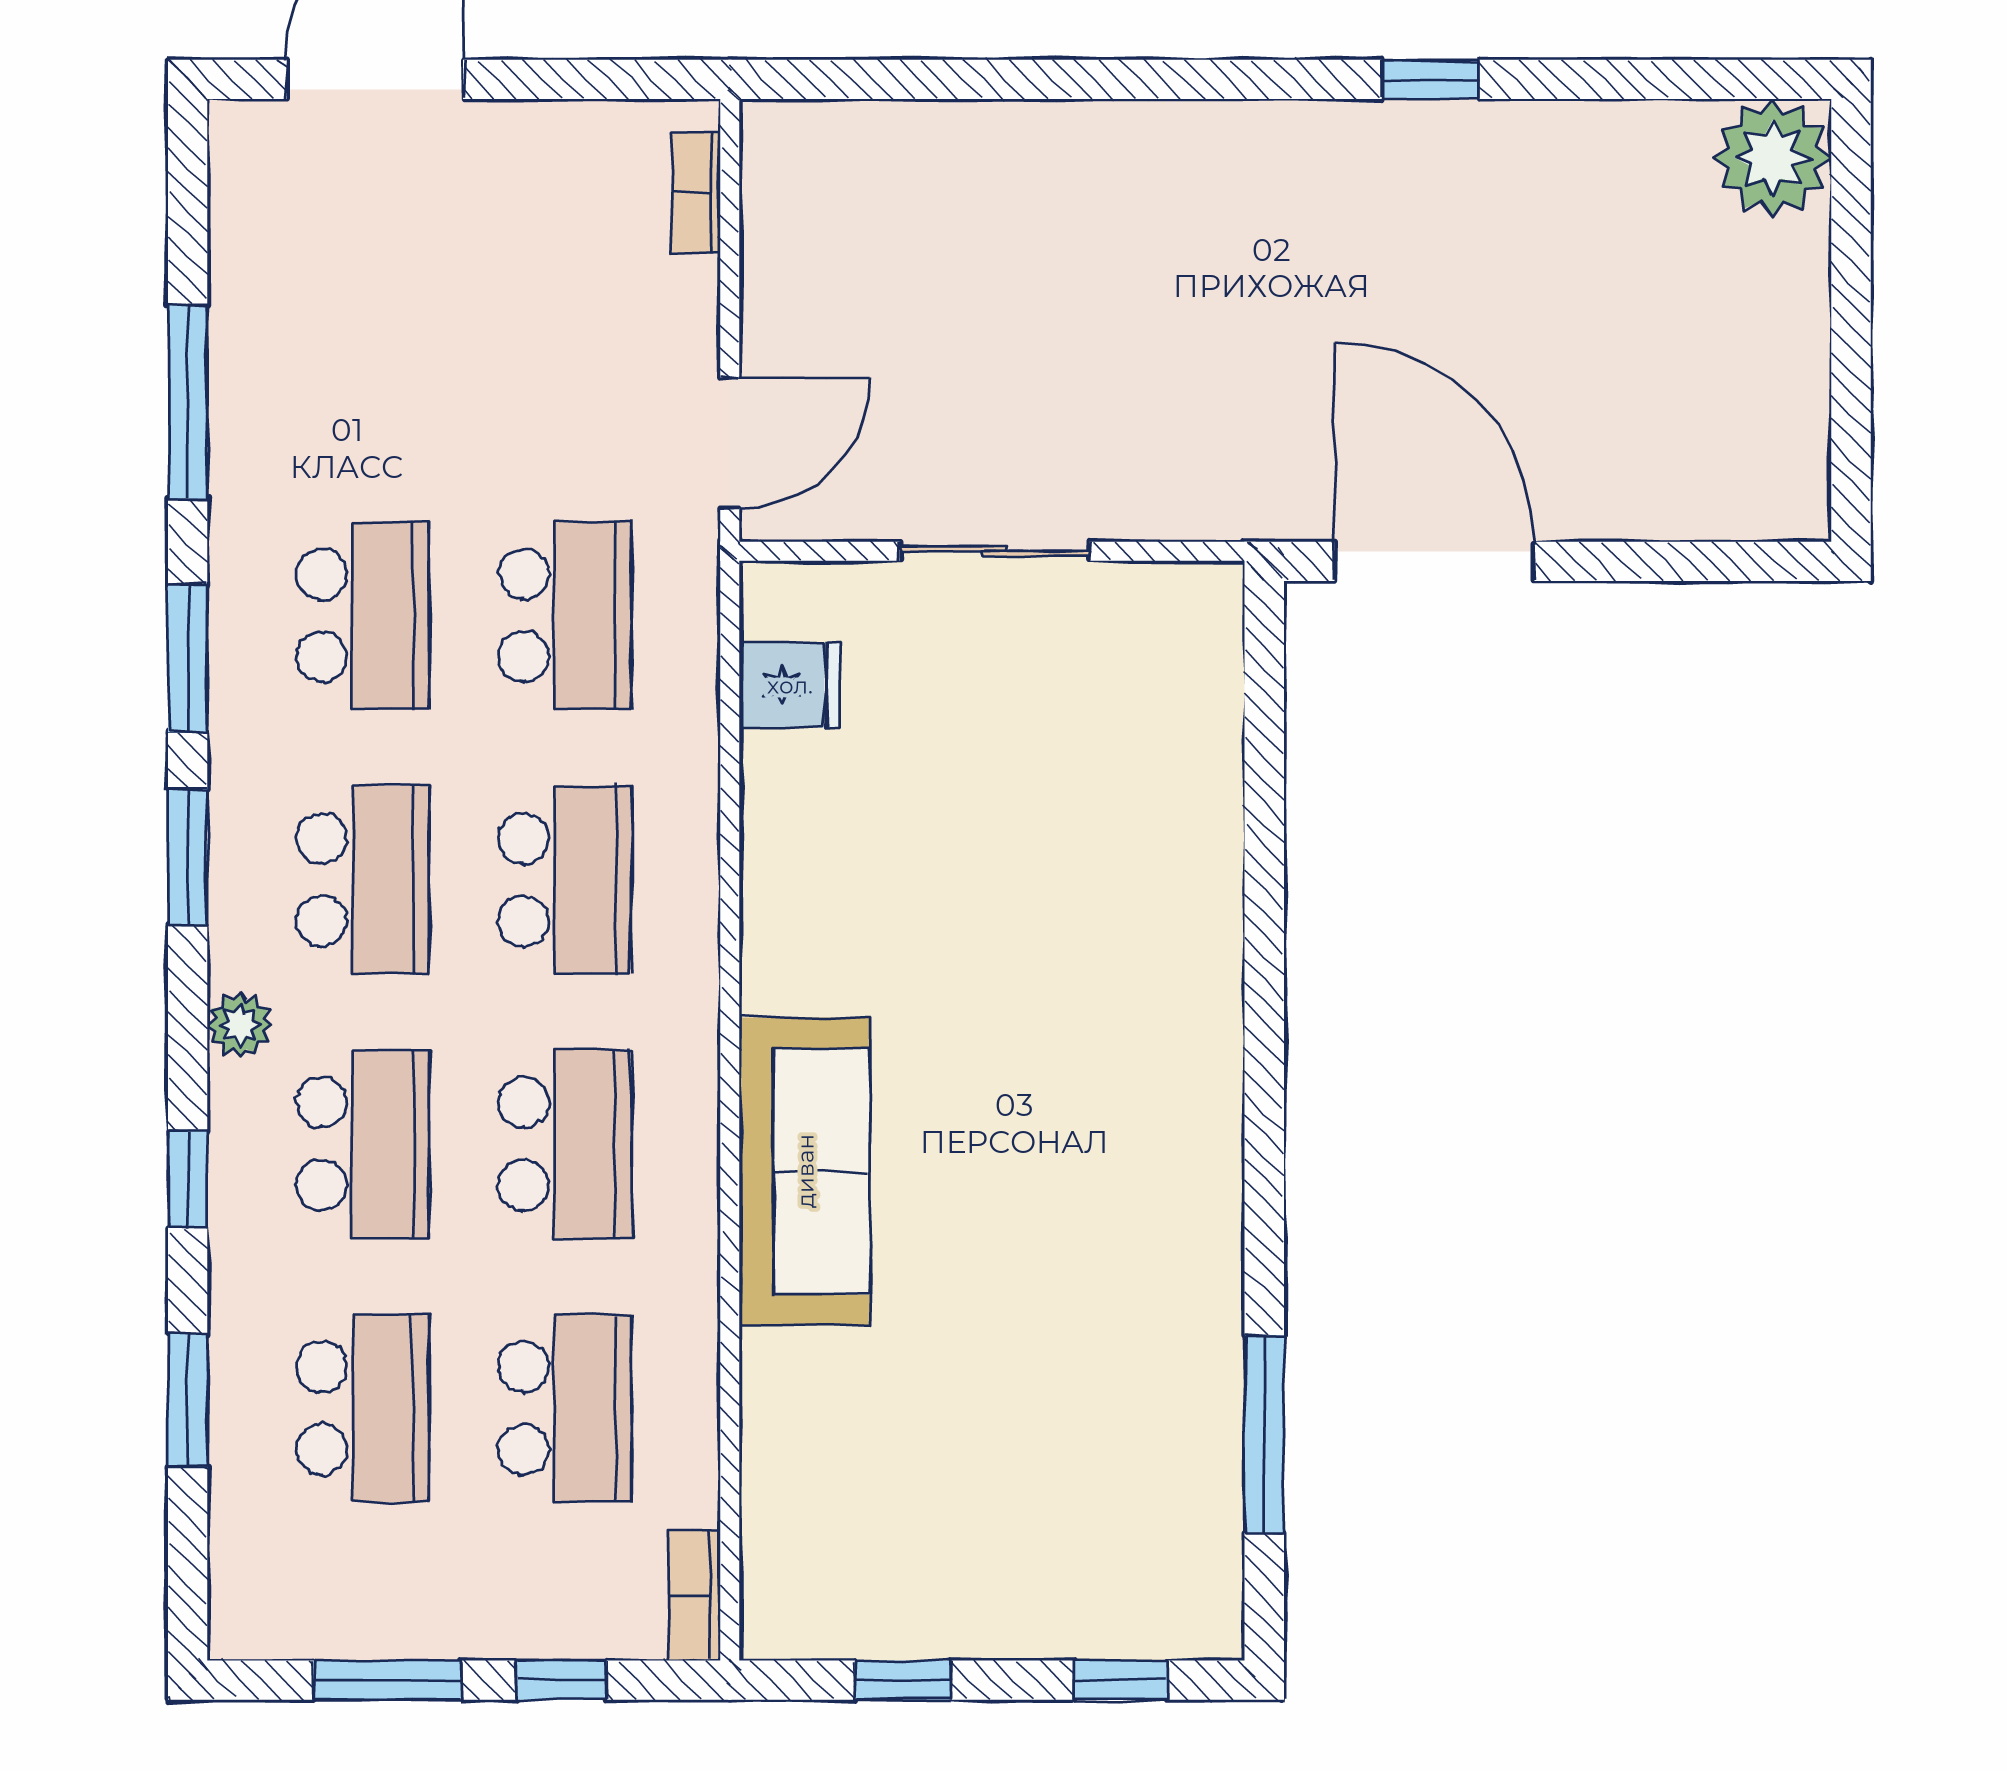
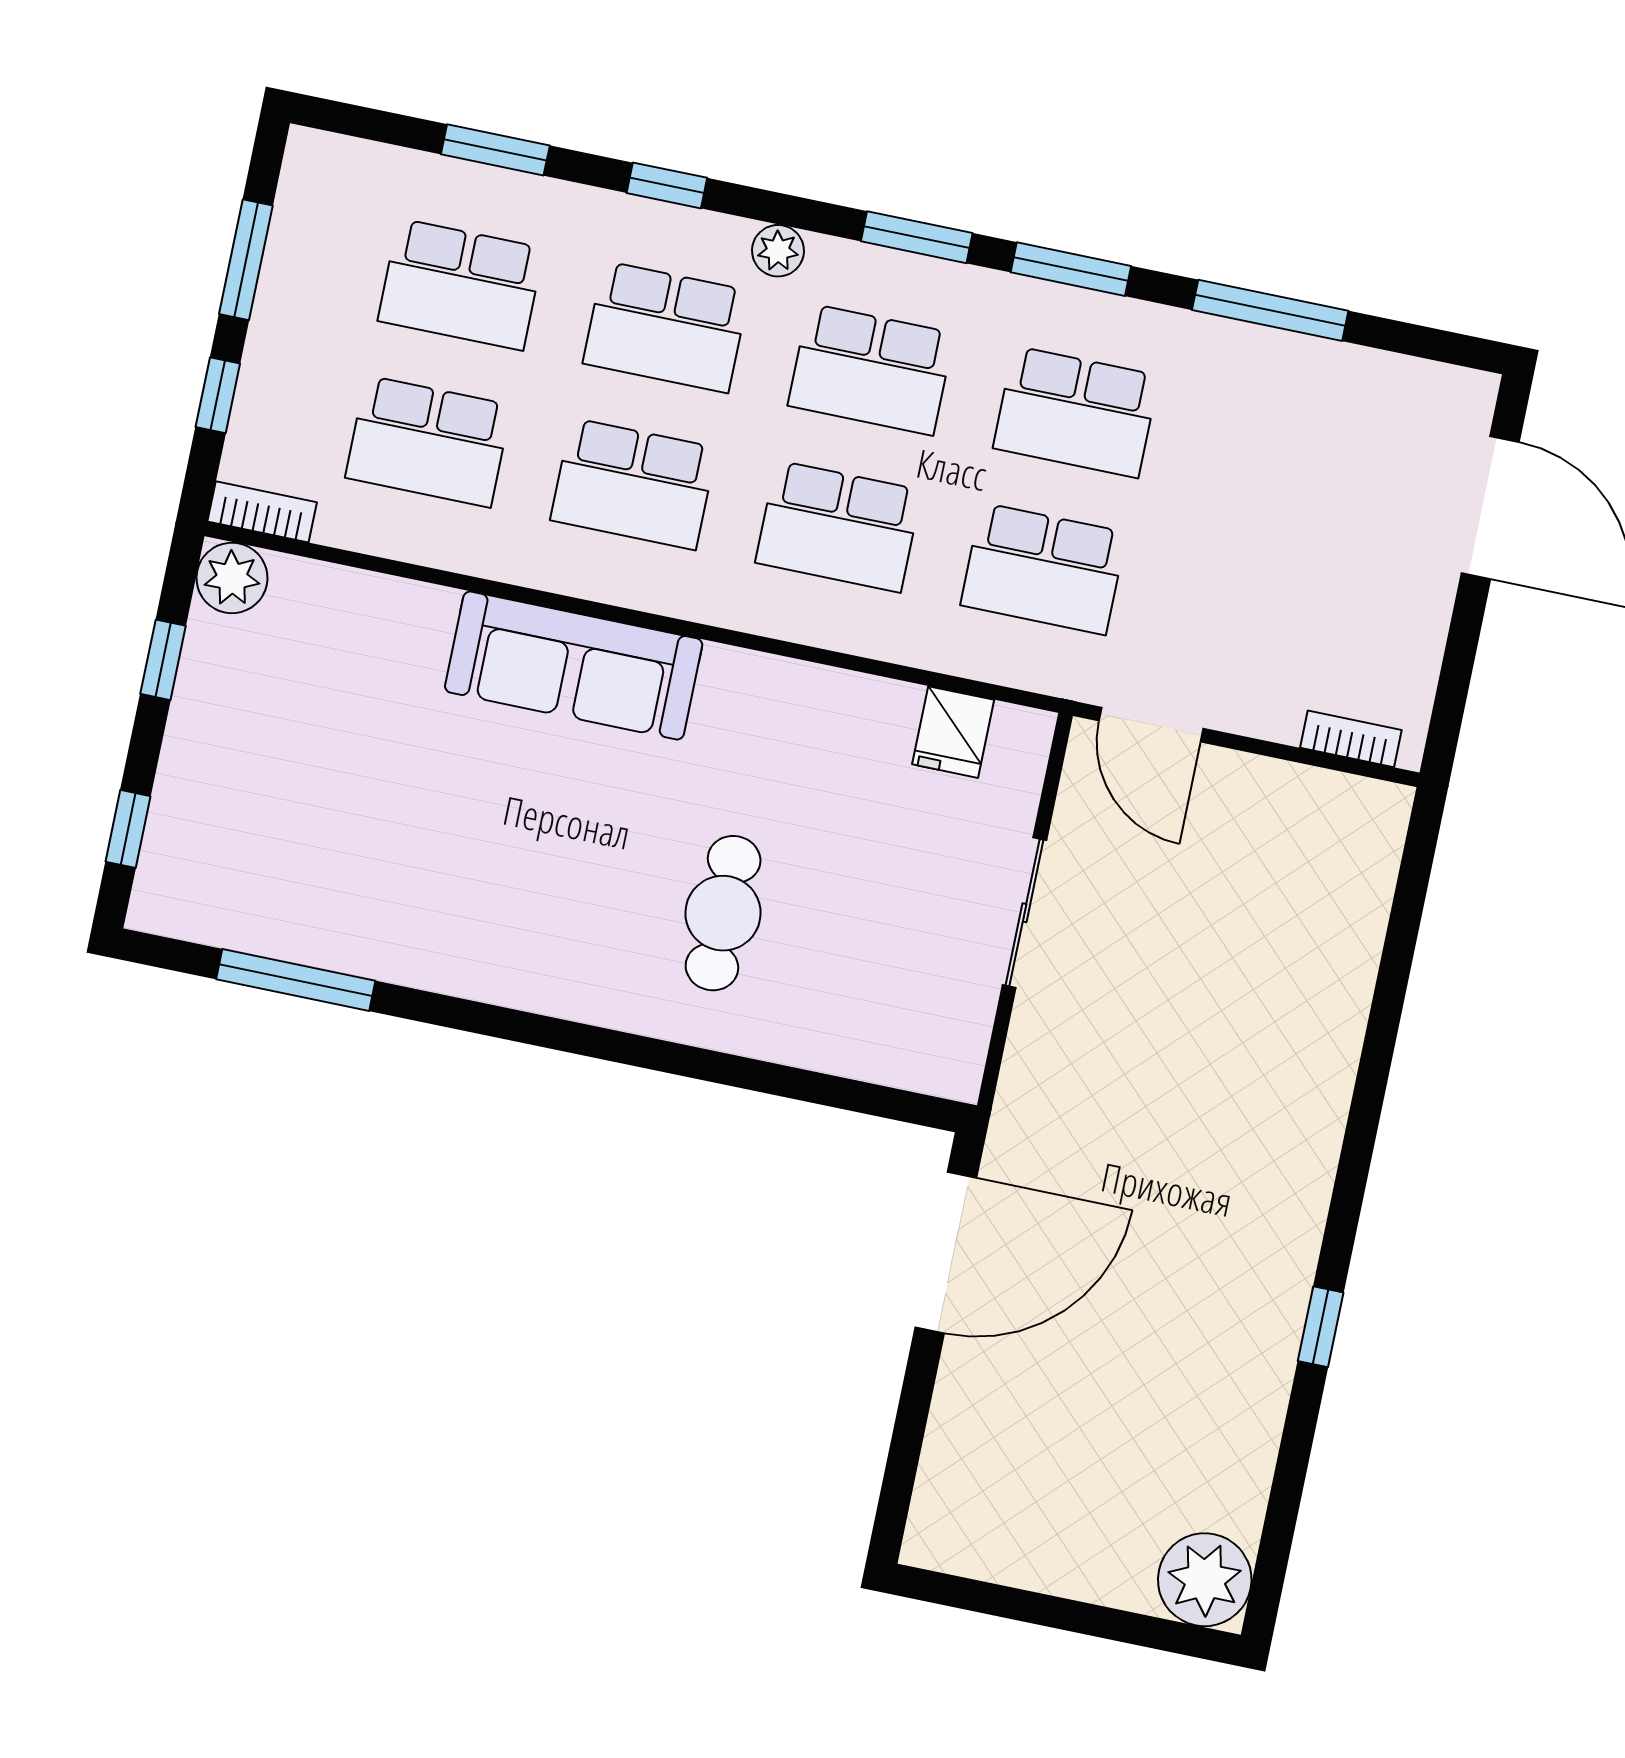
cafe table: (1072, 923) -> (723, 913), added
plant: (784, 1616) -> (232, 578), added

